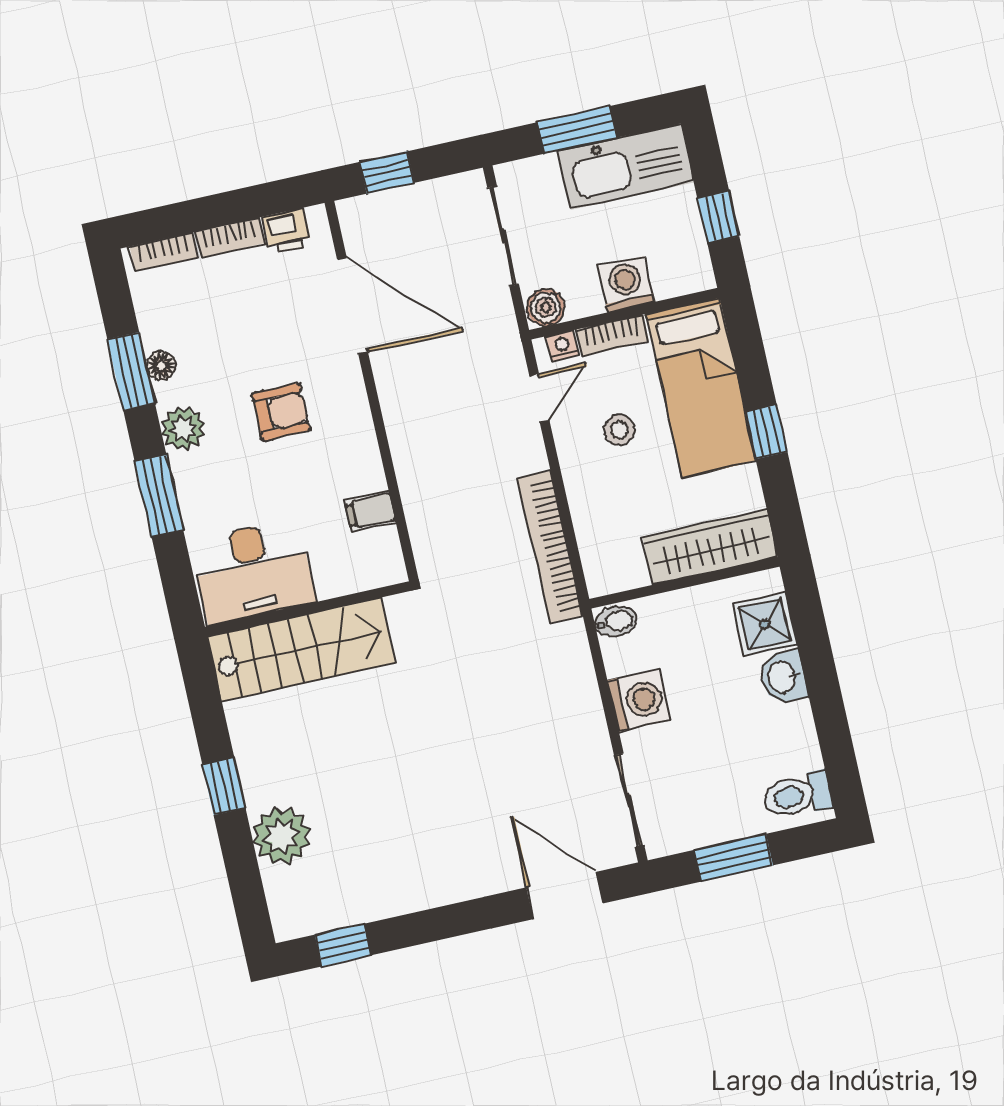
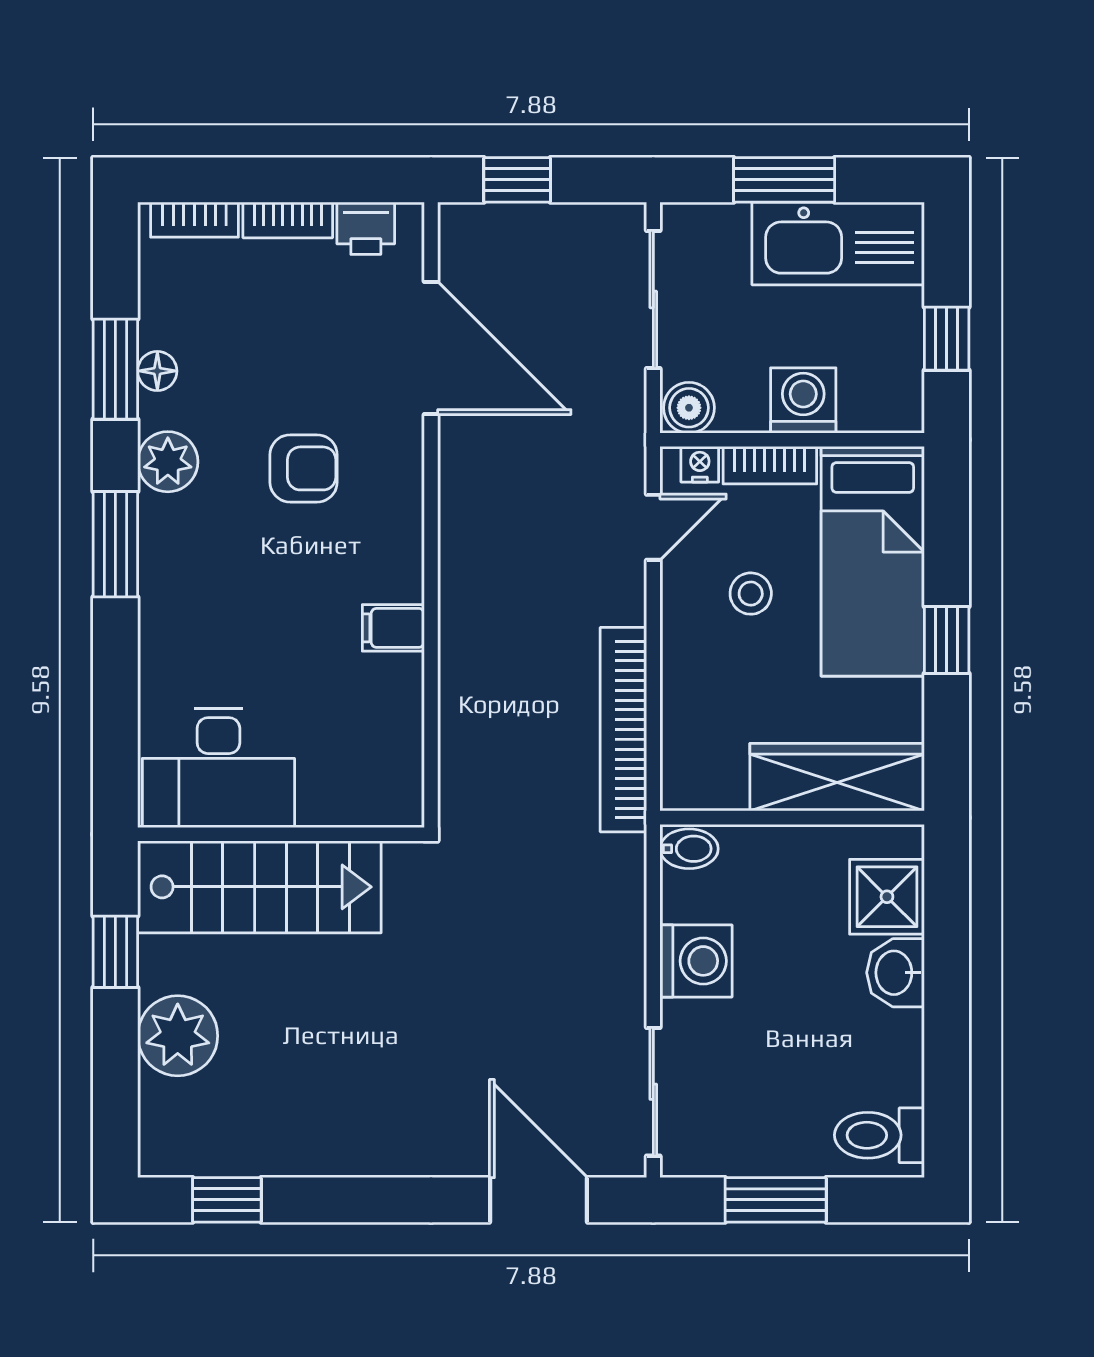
desk: (253, 571) -> (218, 768), moved
wall: (308, 609) -> (281, 834), moved
stairs: (301, 650) -> (259, 887), moved

